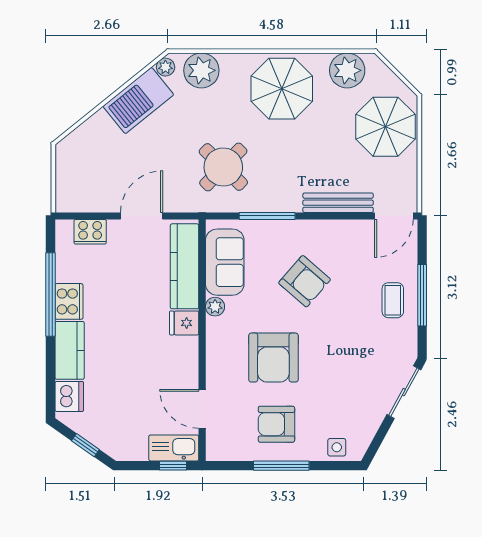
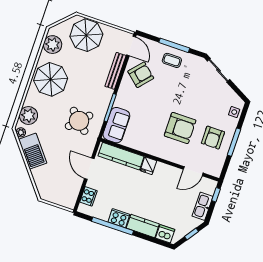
sofa: (225, 262) -> (116, 125), moved, turned 90
armchair: (305, 281) -> (141, 75), moved
plant: (215, 307) -> (146, 148), removed
kitchen sink: (174, 448) -> (202, 206), moved

